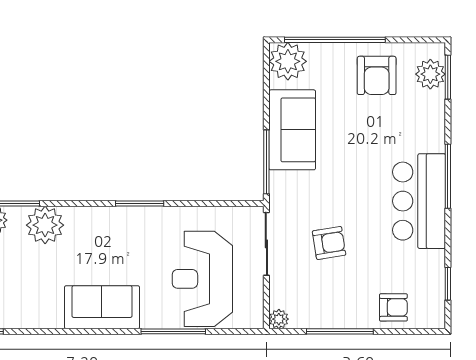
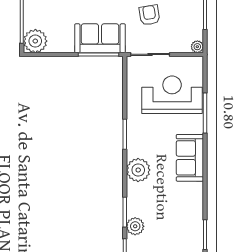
sofa: (292, 130) -> (100, 38), moved
plant: (45, 225) -> (138, 170), moved
reception desk: (202, 279) -> (172, 95), turned 180

